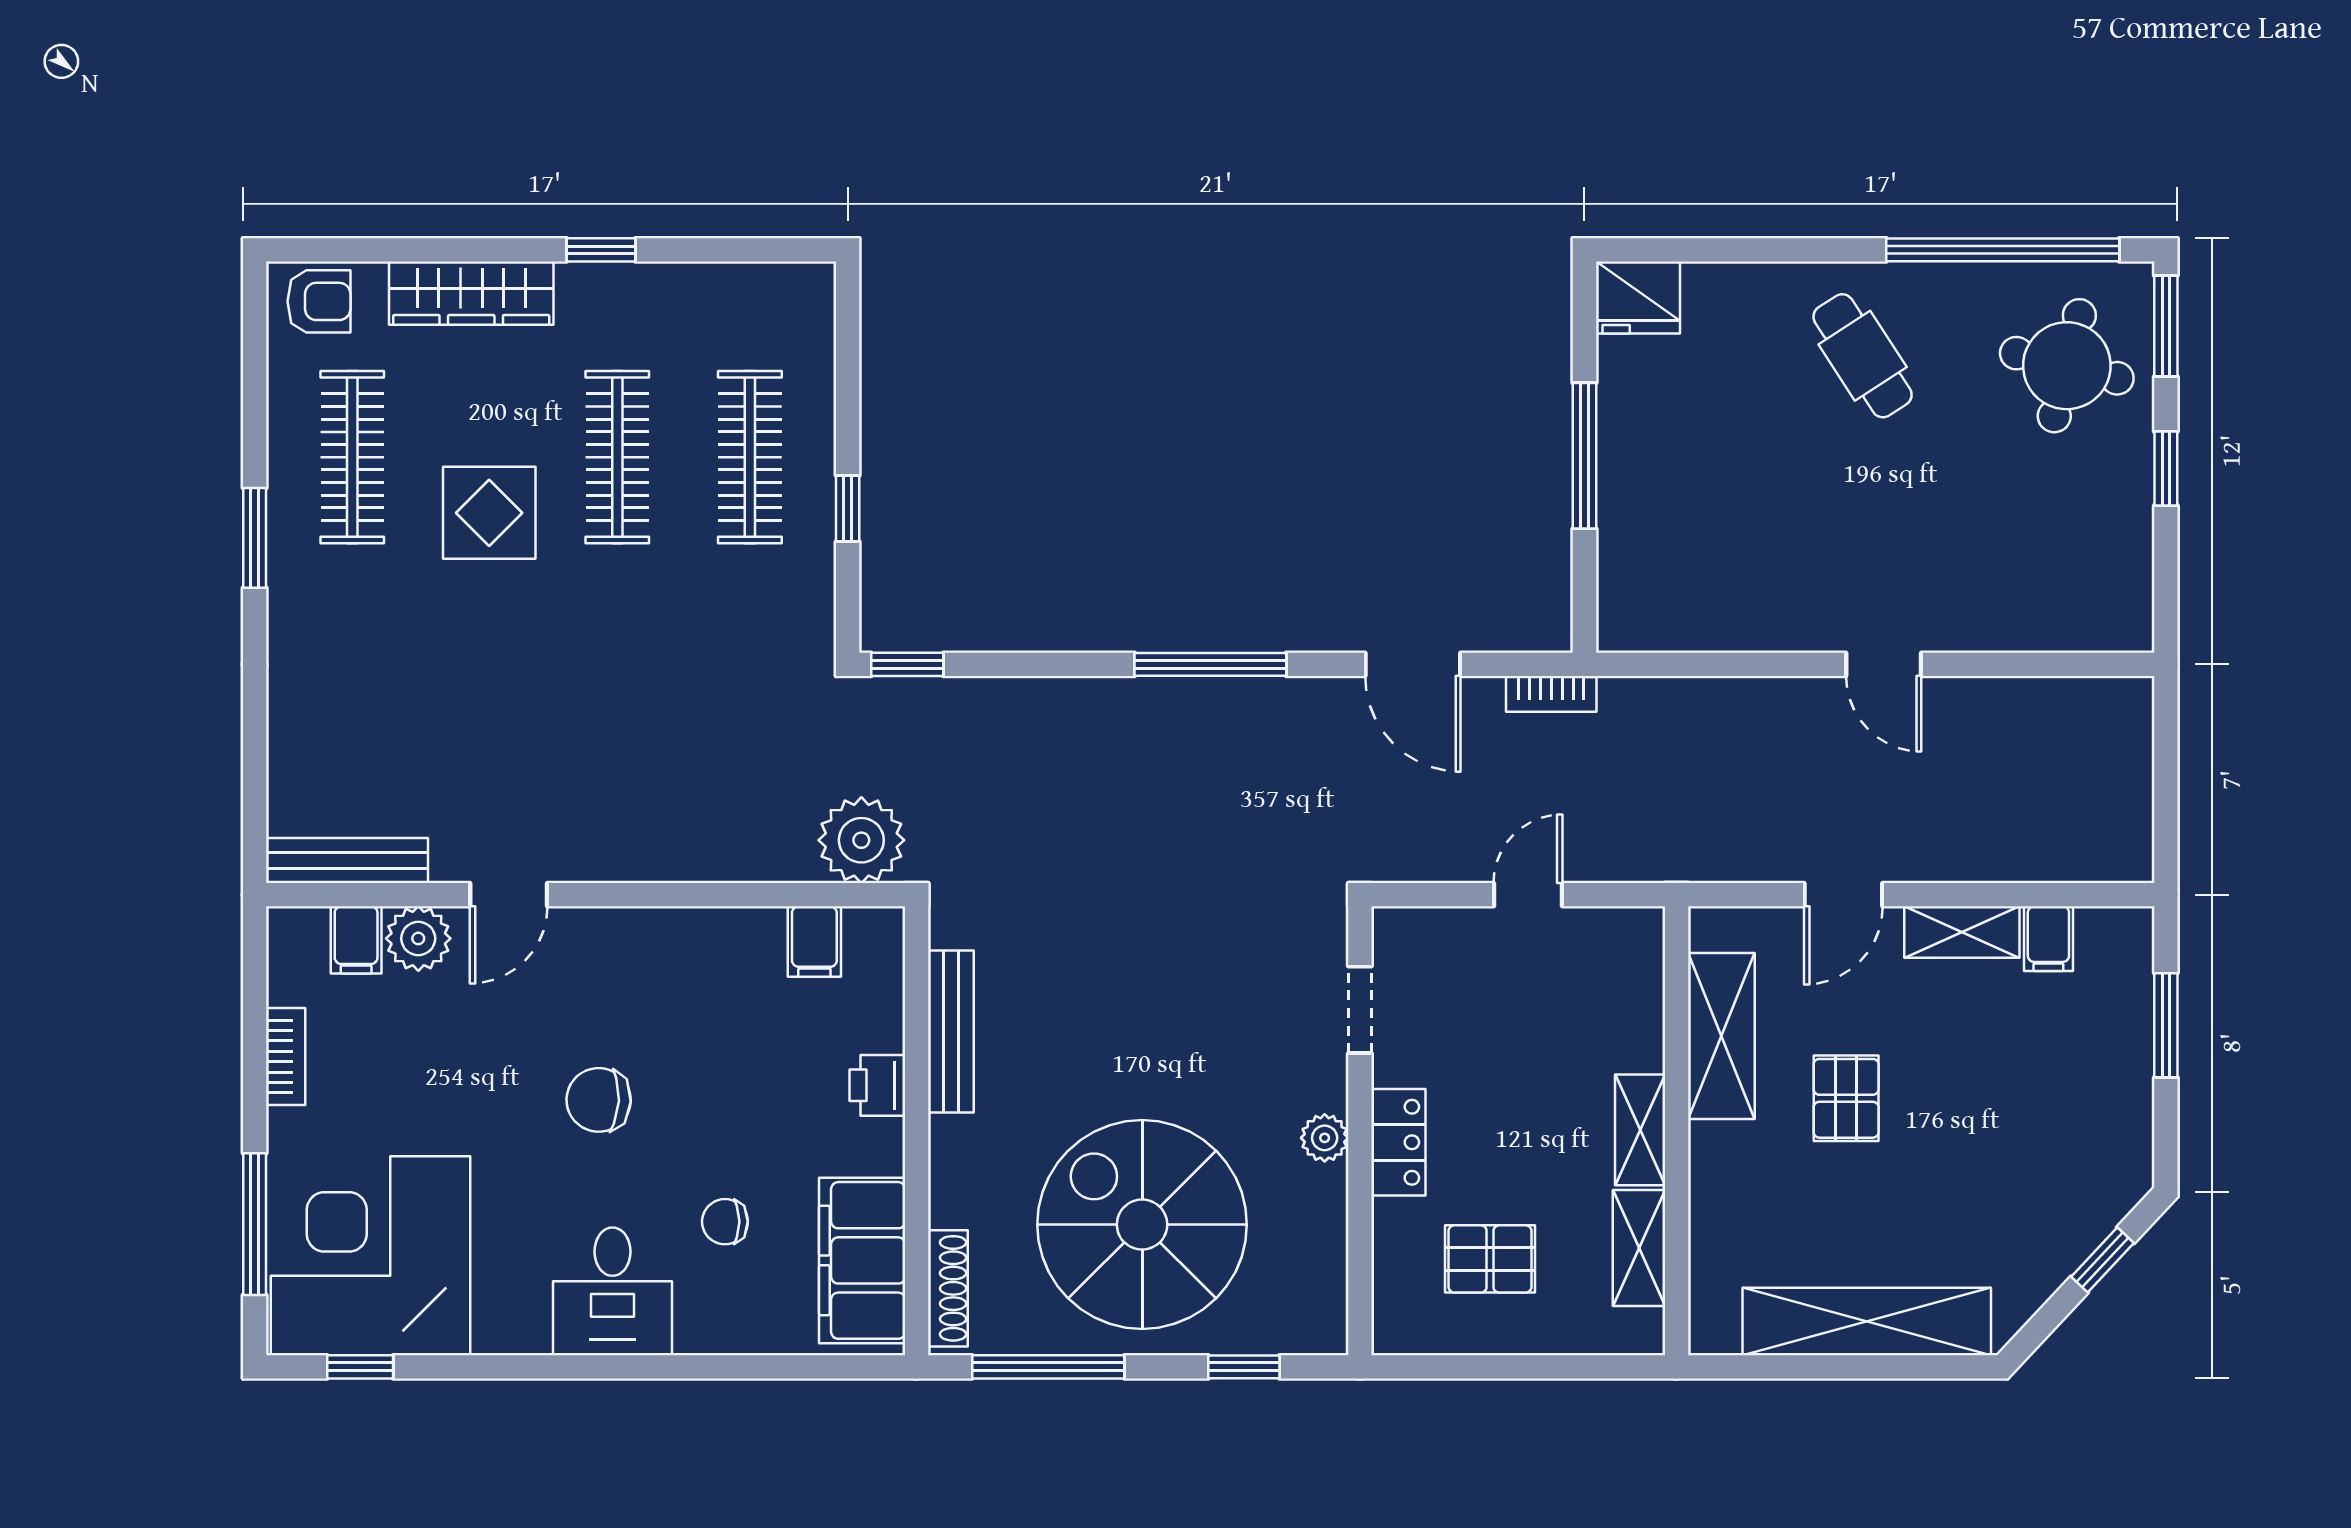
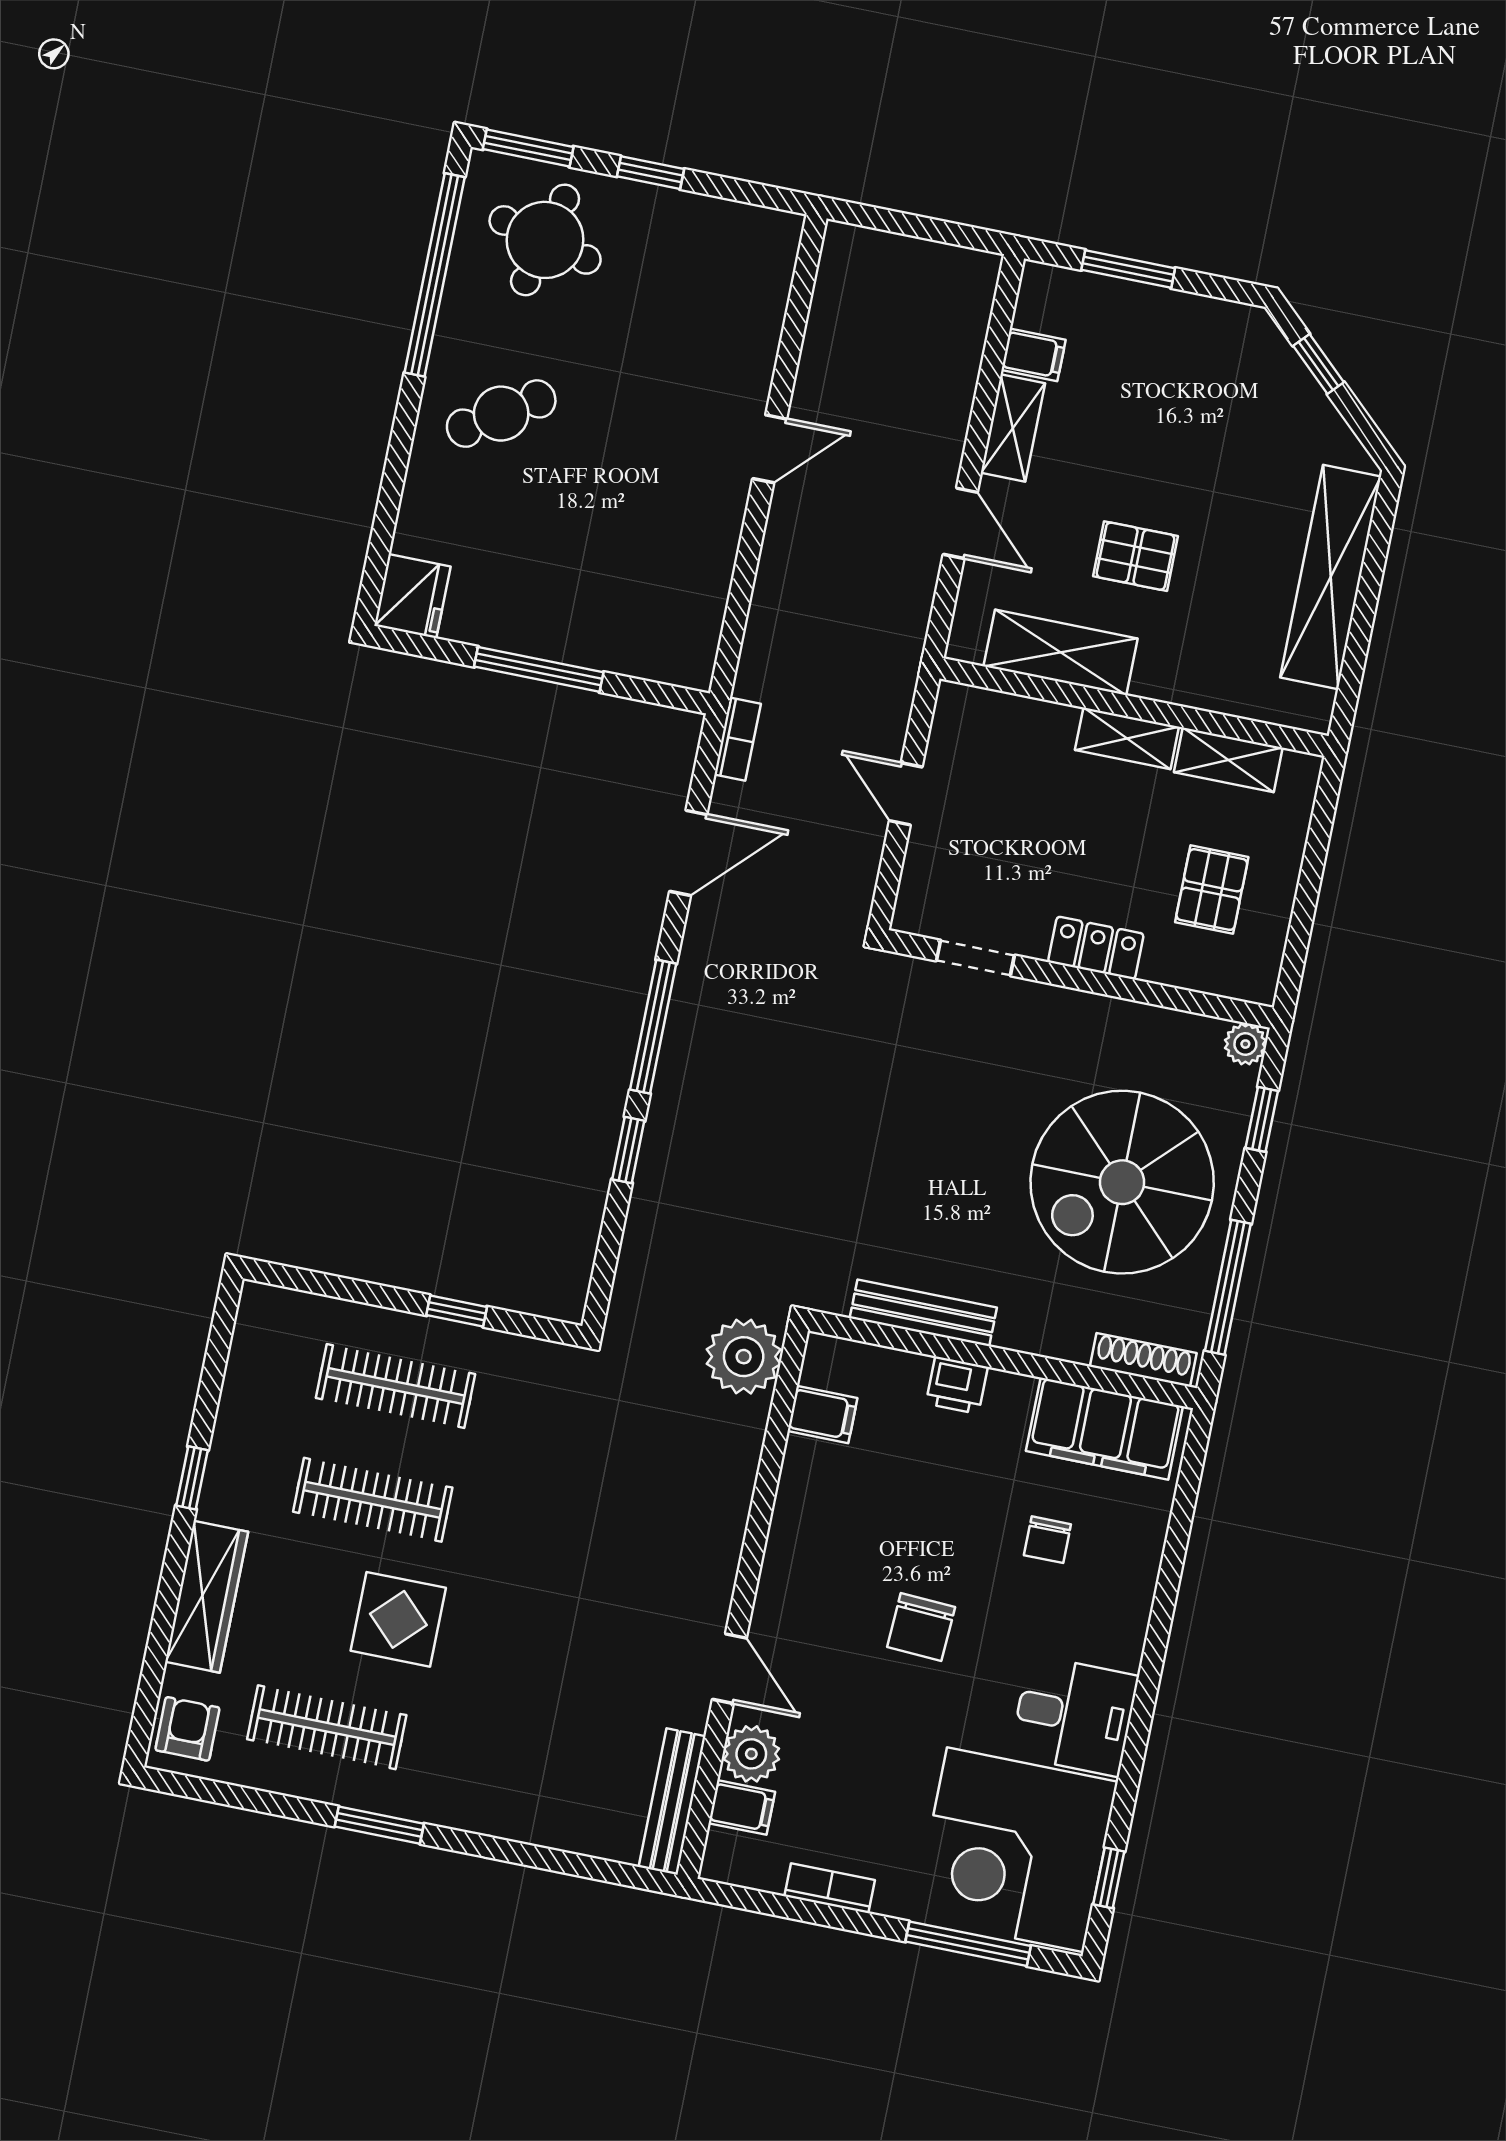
window: (907, 664) -> (628, 1150), moved
plant: (1325, 1138) -> (1245, 1044), moved
desk: (612, 1291) -> (1074, 1716), moved

